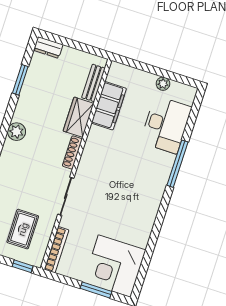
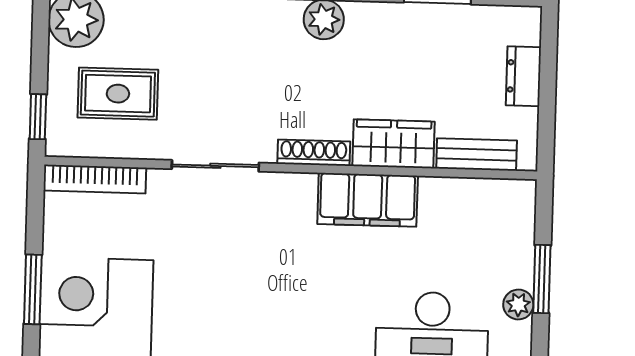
dresser: (48, 47) -> (523, 76), moved
window: (155, 70) -> (542, 279), added
filing cabinet: (109, 106) -> (368, 200), moved

